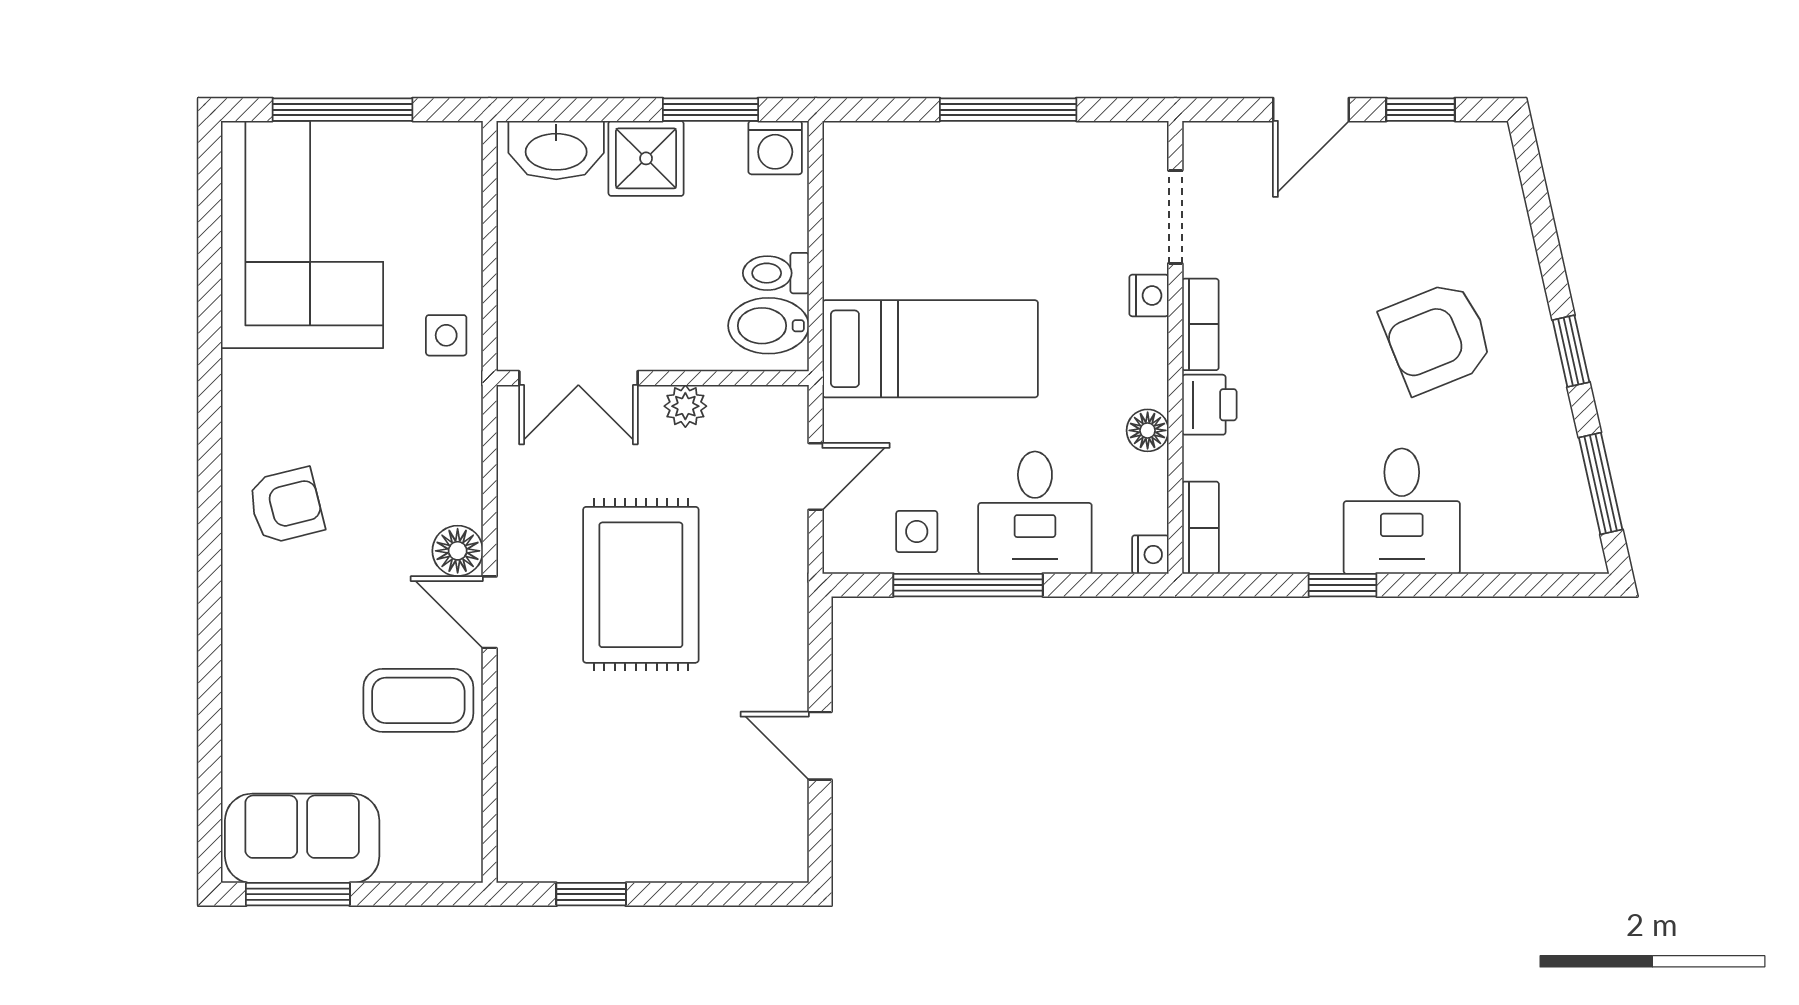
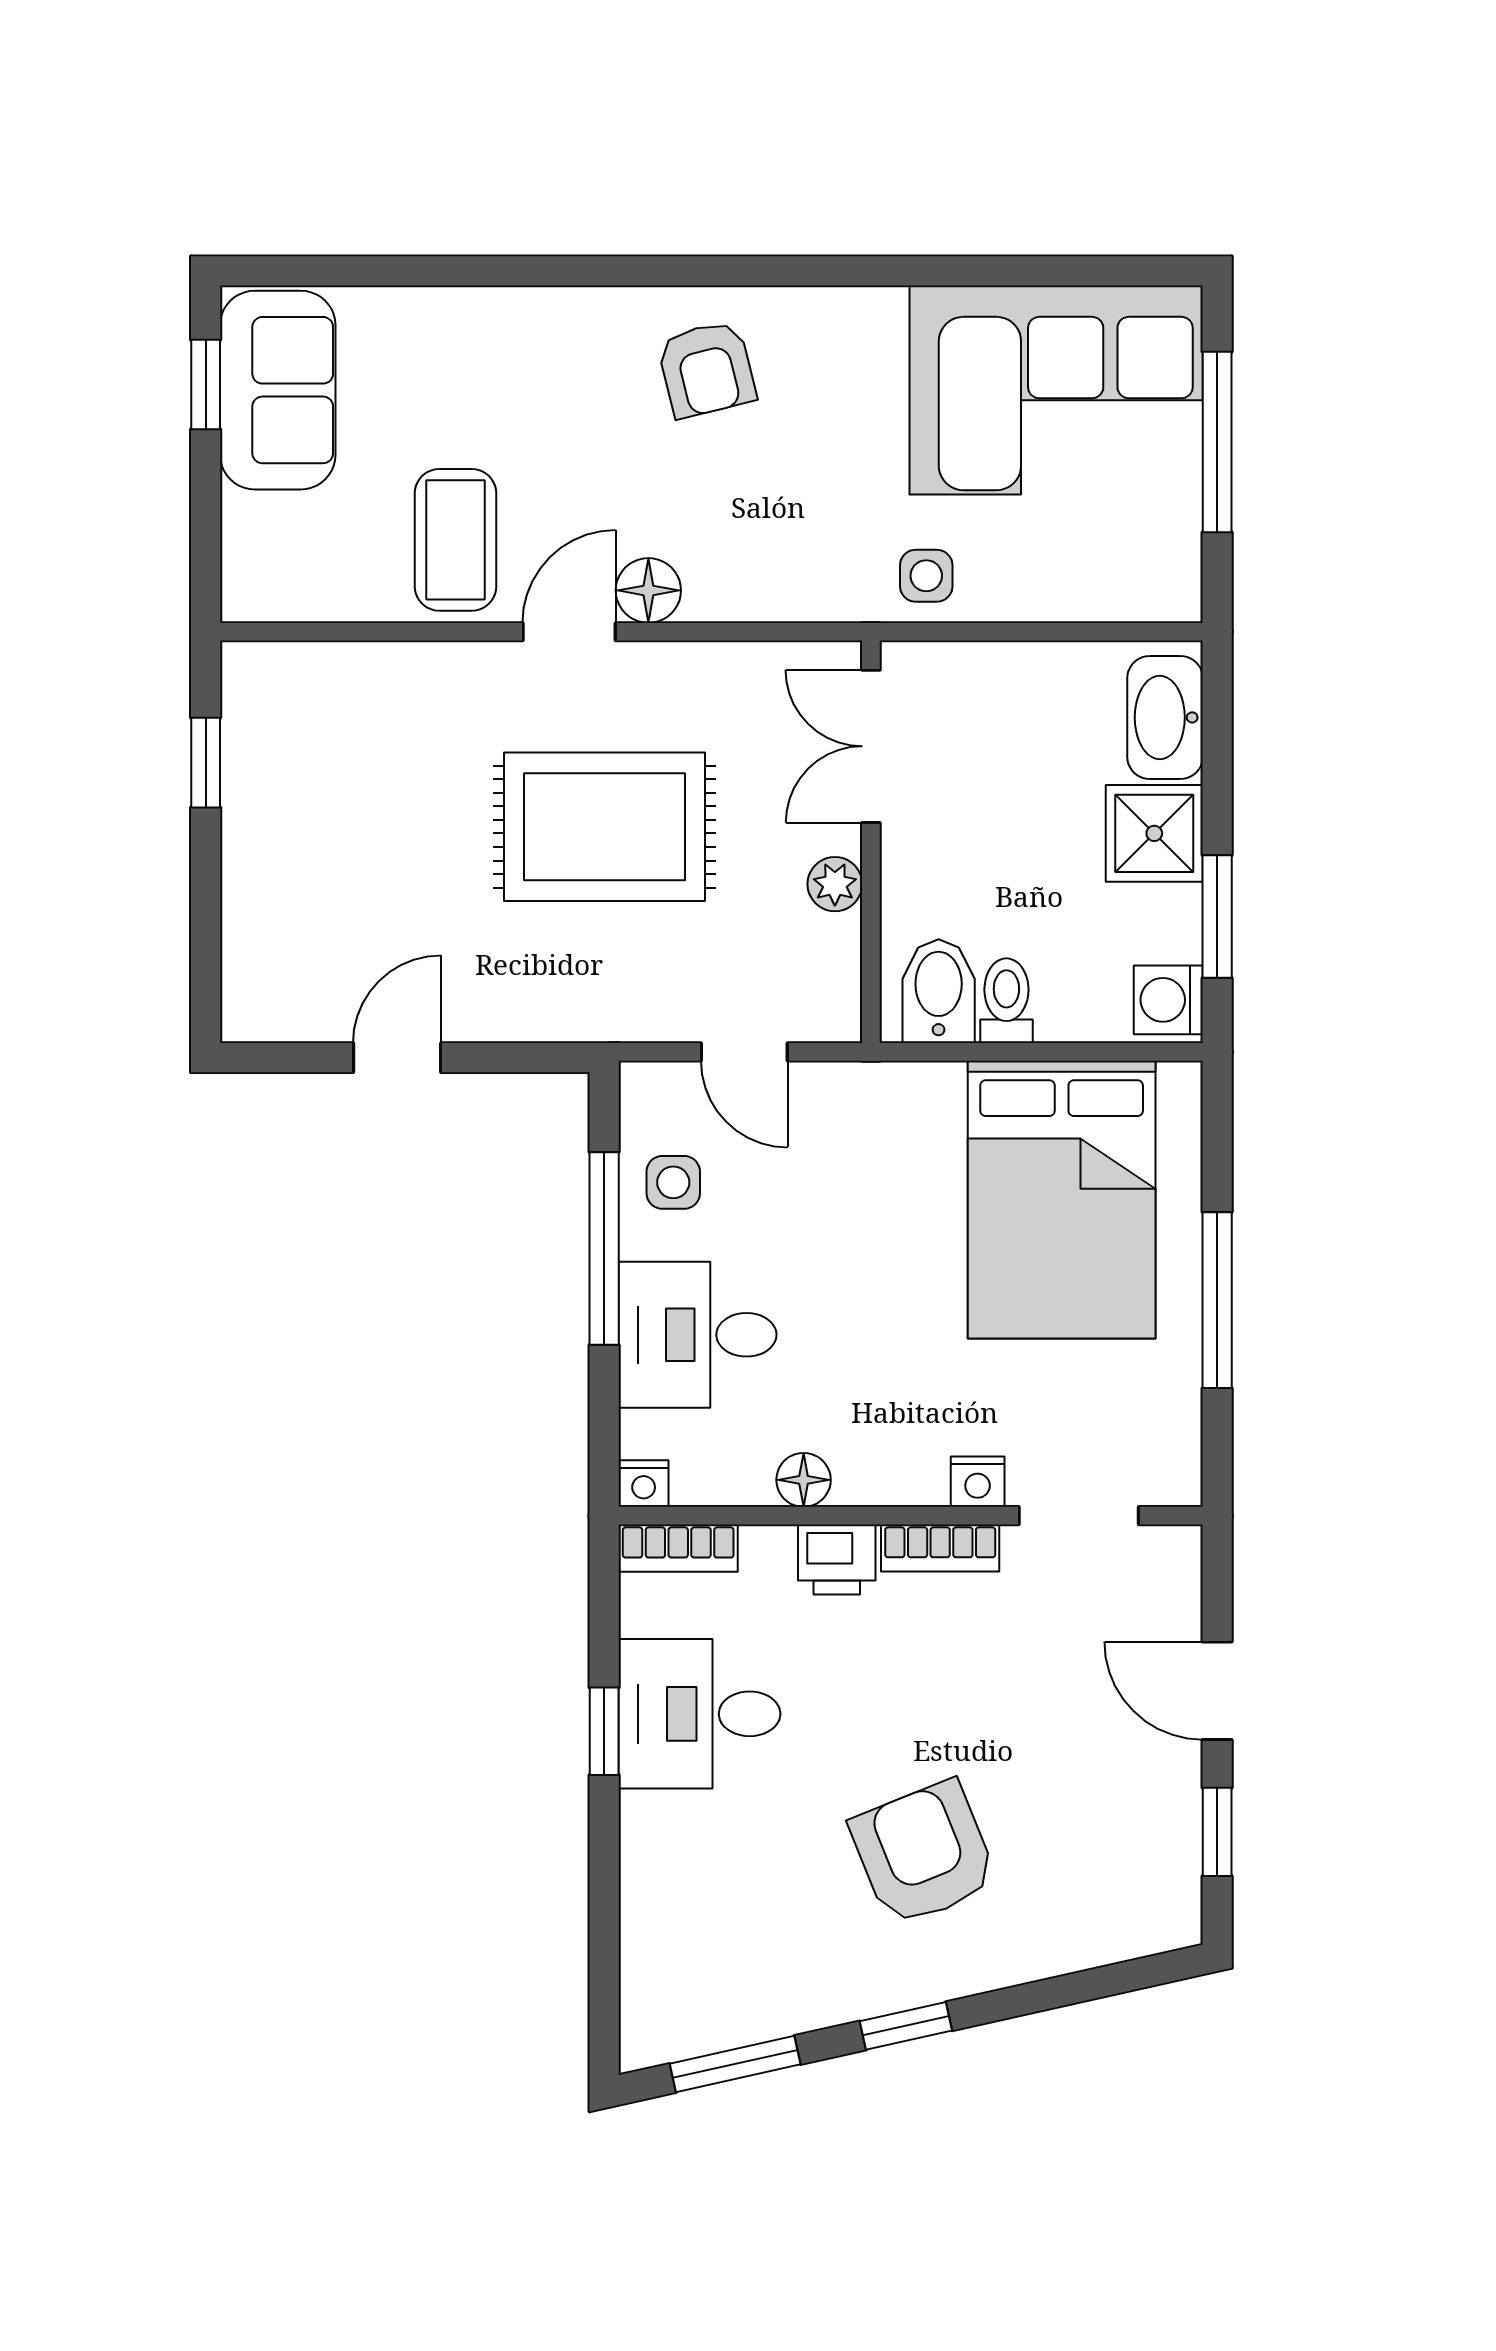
bed: (930, 349) -> (1062, 1200), moved, width x1.50
desk: (1402, 511) -> (699, 1714), moved
window: (298, 894) -> (206, 385), width x0.67

